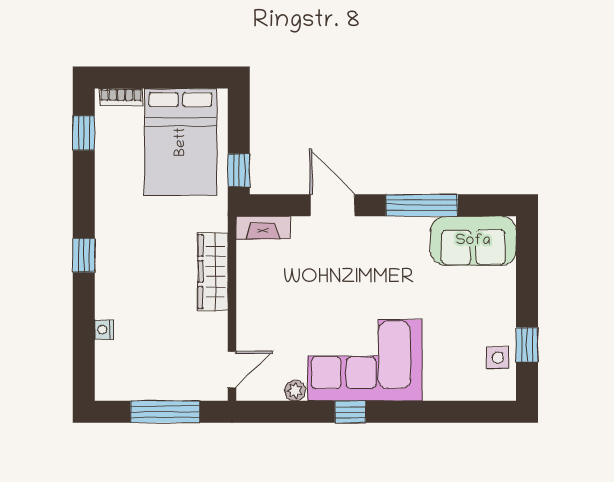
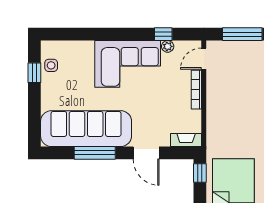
sofa: (473, 241) -> (86, 129), width x1.85, depth x1.27
wardrobe: (213, 272) -> (215, 115), removed
bookcase: (245, 315) -> (196, 90), added
window: (350, 412) -> (163, 34), moved

